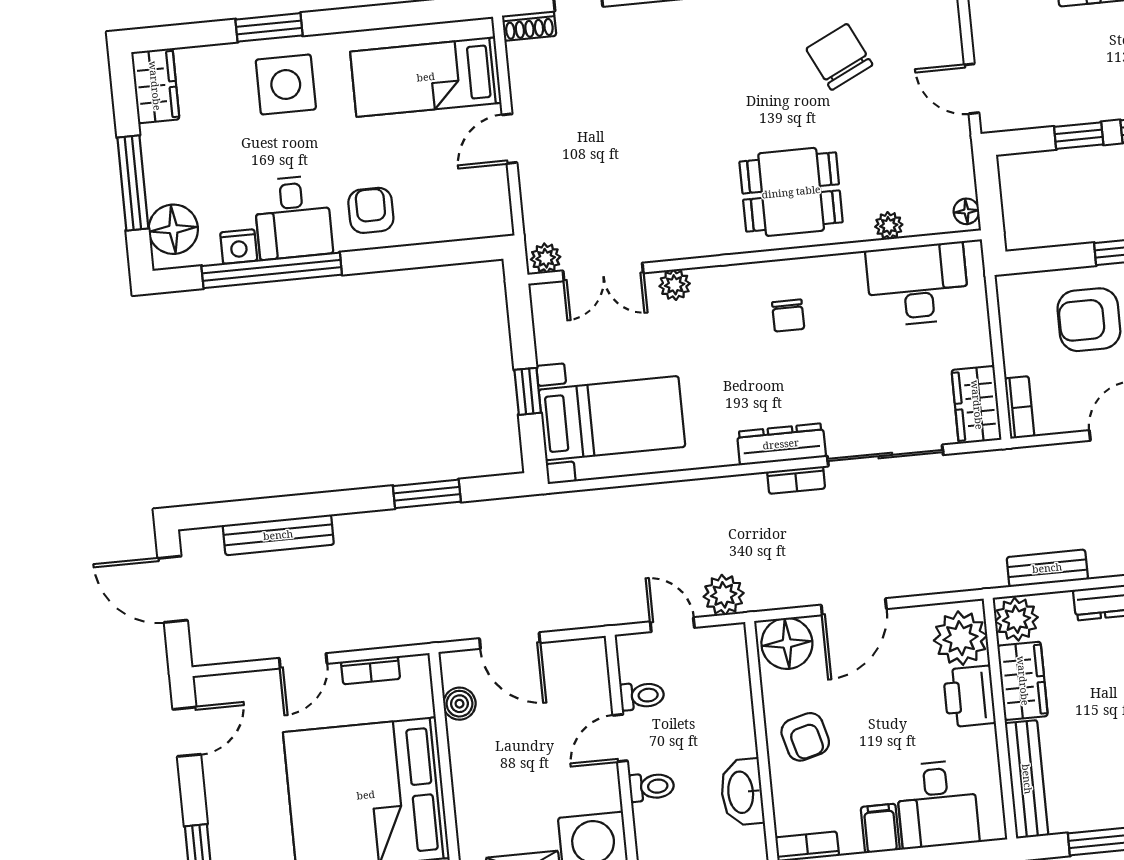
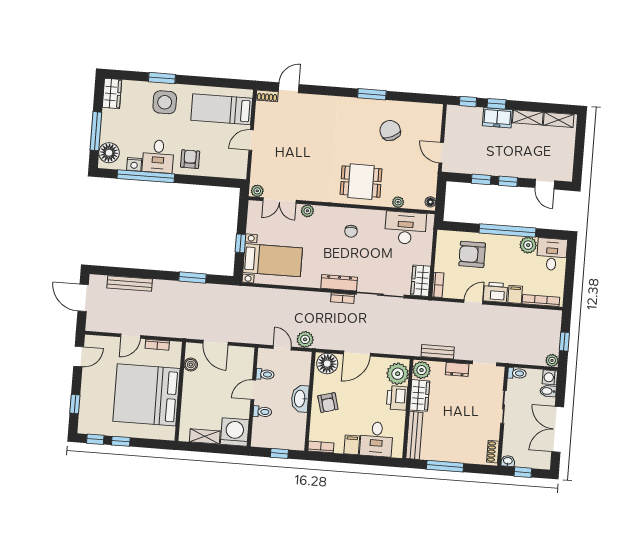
washbasin: (742, 792) -> (300, 399), moved

